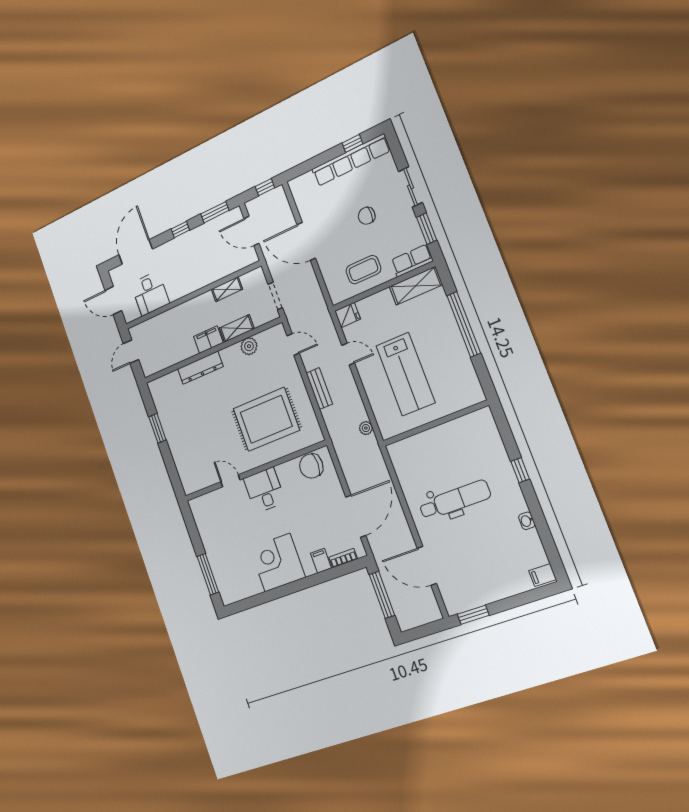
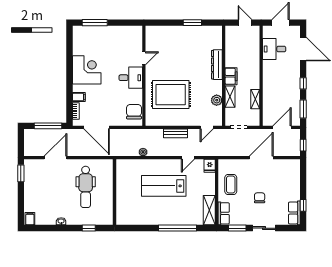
row of seats: (351, 160) -> (294, 213), width x0.50
rug: (266, 419) -> (171, 95), turned 90
wall: (435, 423) -> (115, 192), moved

